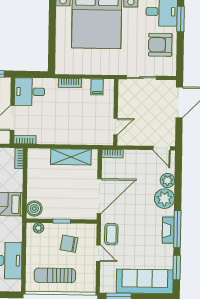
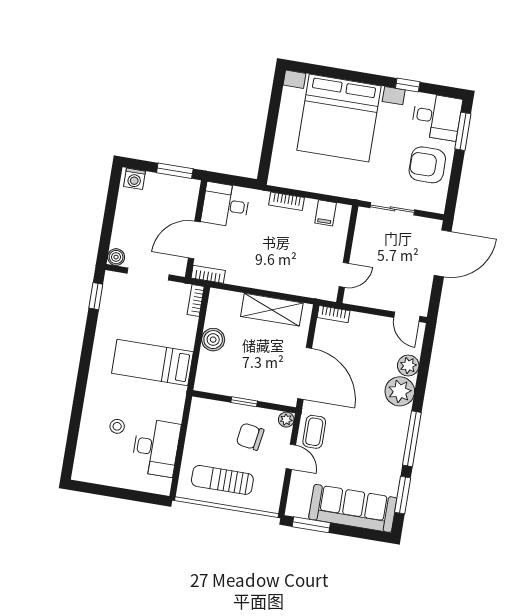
door: (99, 196) -> (305, 373), hinge flipped
boiler: (34, 209) -> (213, 340), moved
plant: (38, 228) -> (286, 420), moved
fireplace: (168, 230) -> (398, 438), removed

